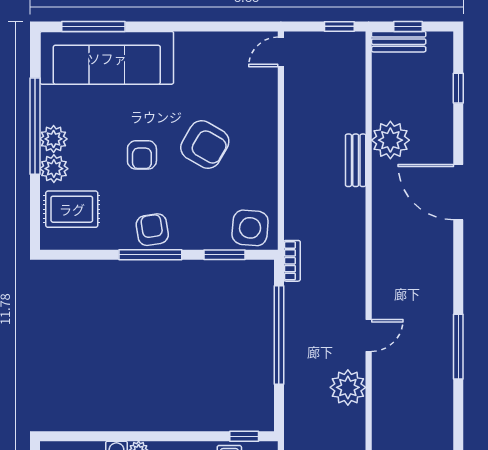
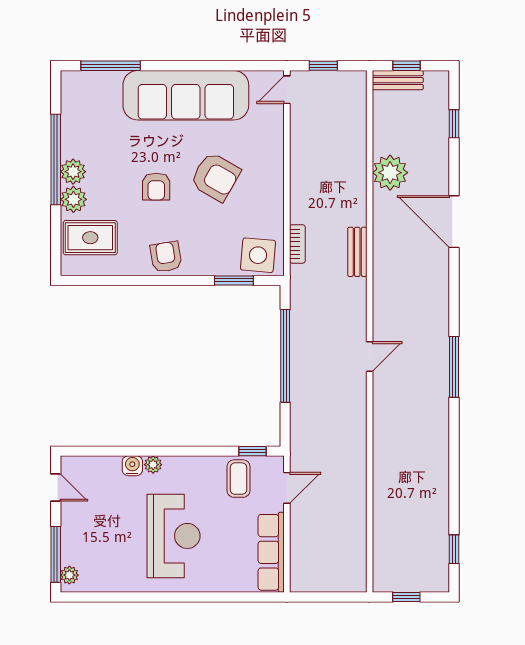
window: (339, 26) -> (323, 66), moved
sofa: (107, 58) -> (186, 95), moved
bench: (356, 160) -> (357, 252), moved
window: (150, 255) -> (164, 280), removed
bookcase: (292, 261) -> (297, 244), moved
plant: (348, 387) -> (350, 405), removed

